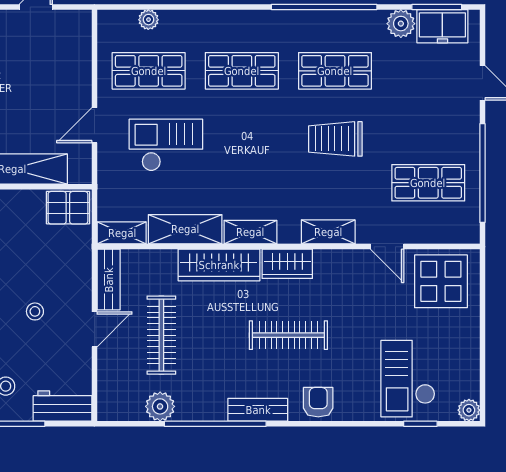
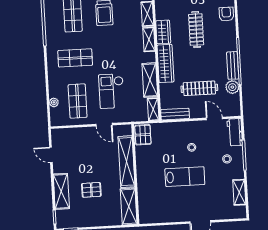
shop shelf: (242, 71) -> (75, 58), turned 90
shelving: (250, 232) -> (149, 39), moved
door: (94, 329) -> (214, 118), moved
armchair: (318, 402) -> (226, 14), turned 90
bench: (258, 410) -> (233, 65), moved

